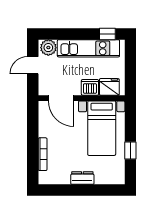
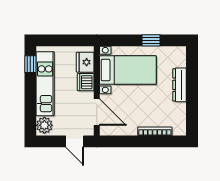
door: (33, 65) -> (75, 141), moved
door: (61, 98) -> (97, 112), hinge flipped
dresser: (82, 178) -> (180, 85), width x1.44

